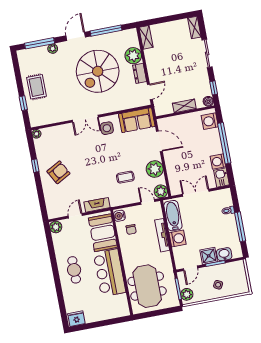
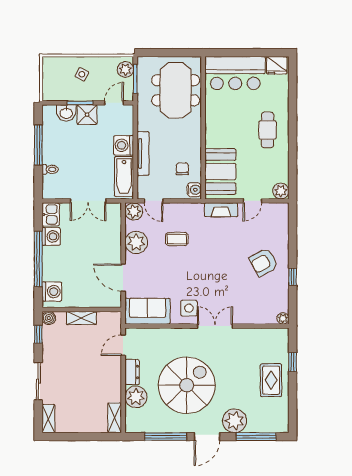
plant: (53, 49) -> (235, 421), width x1.88, depth x1.88
bar counter: (110, 273) -> (235, 73), moved, turned 90

